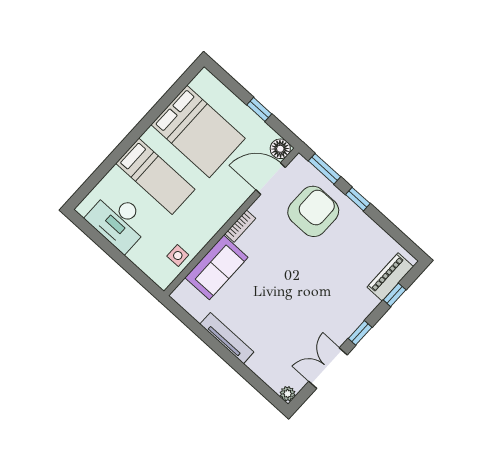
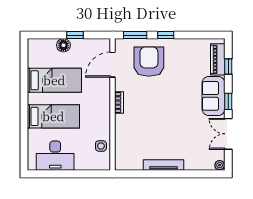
bed: (198, 131) -> (54, 80), width x0.67
floor lamp: (280, 149) -> (63, 45), moved
sofa: (216, 267) -> (213, 96), moved, turned 180

